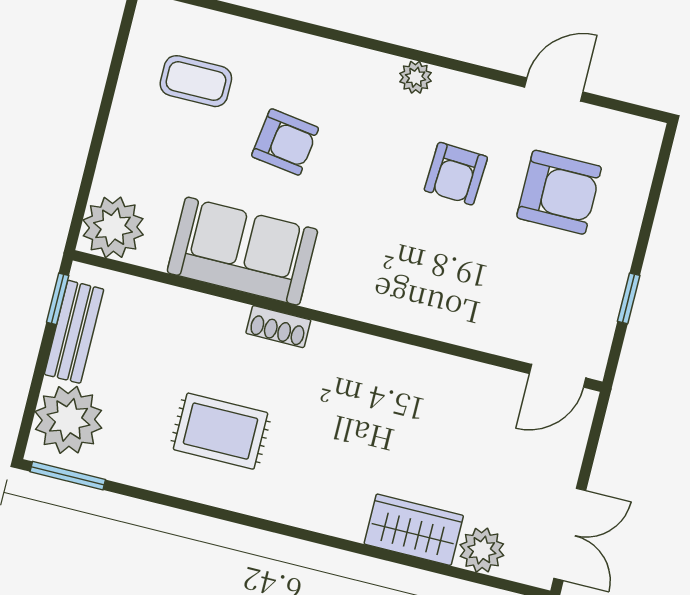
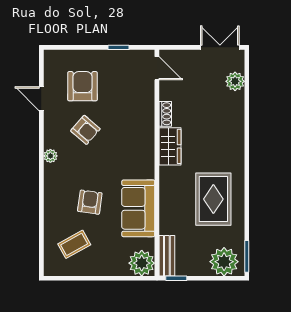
coffee table: (196, 81) -> (74, 244), turned 61
armchair: (456, 174) -> (85, 130), turned 38
shoe rack: (278, 327) -> (165, 114), moved
bench: (74, 332) -> (167, 256), moved, turned 90
rug: (221, 431) -> (213, 199), width x1.36, depth x1.43
wardrobe: (414, 530) -> (170, 146), moved, turned 180

